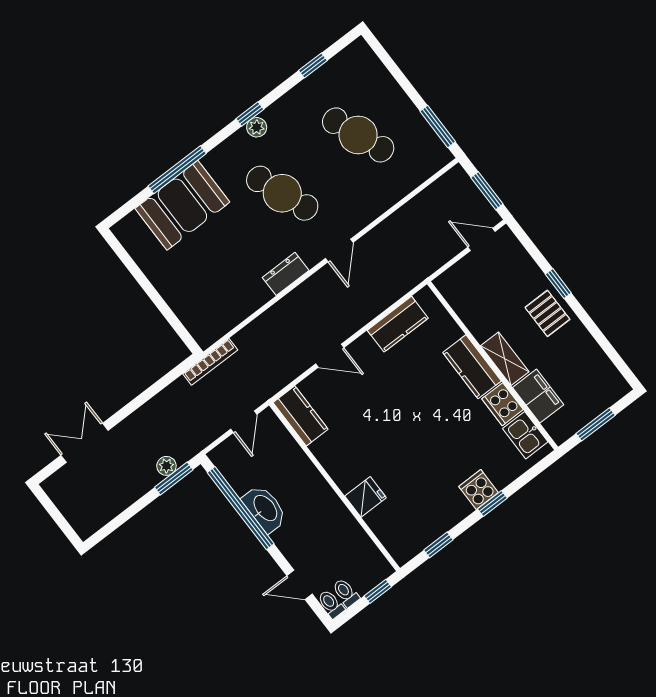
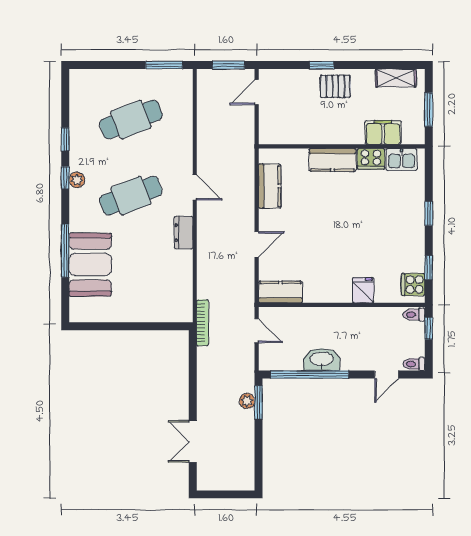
window: (313, 66) -> (65, 139), moved
shelving: (505, 359) -> (396, 78), moved
cooker: (479, 489) -> (413, 285), moved
toilet: (346, 593) -> (414, 315), moved

